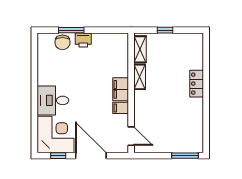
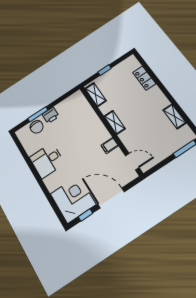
shelving: (140, 77) -> (115, 122), moved
locker: (197, 84) -> (144, 78), moved
filing cabinet: (121, 89) -> (101, 132), removed
desk: (53, 100) -> (47, 160), moved
shelving: (198, 121) -> (175, 116), added

